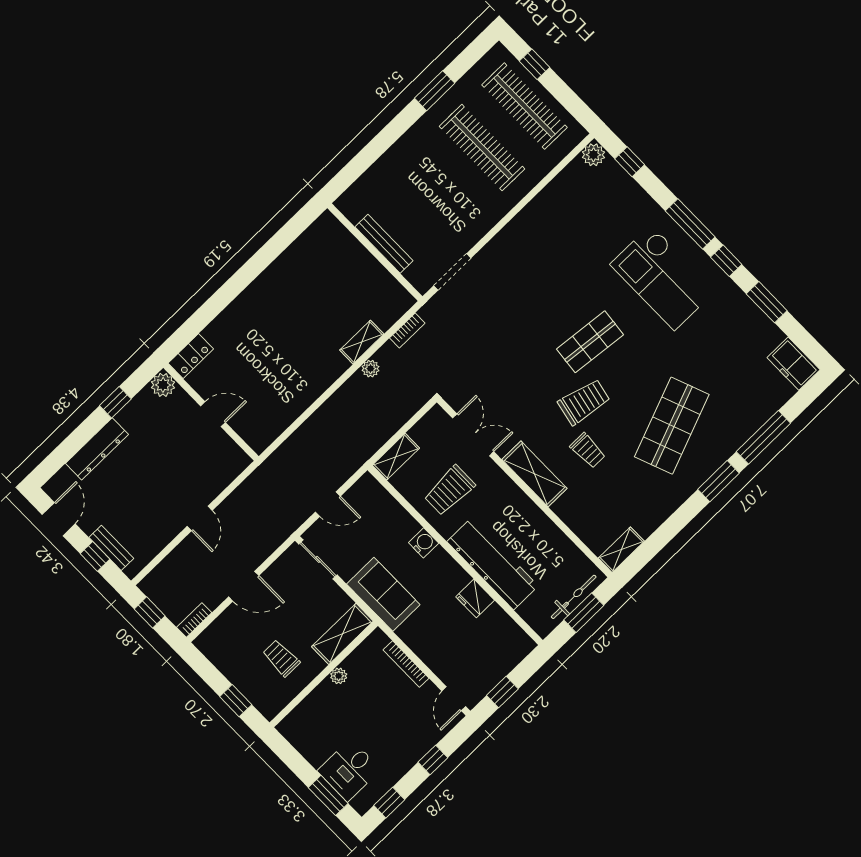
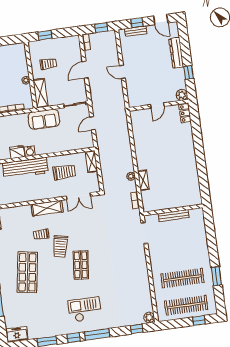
checkout: (663, 277) -> (85, 310), width x0.73, depth x0.83
shop shelf: (672, 426) -> (27, 272), turned 30
trolley: (449, 490) -> (64, 172), turned 90
water cooler: (424, 543) -> (30, 151), moved

